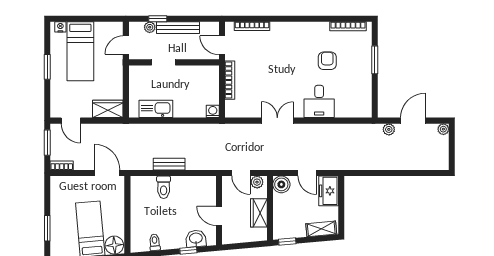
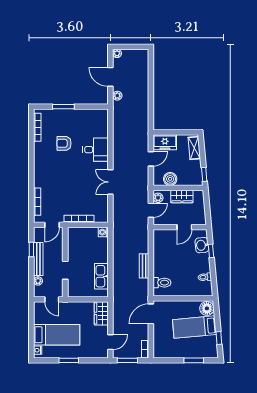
window: (158, 19) -> (31, 250), moved
boiler: (281, 184) -> (170, 179), moved
toilet: (164, 187) -> (162, 283), moved

